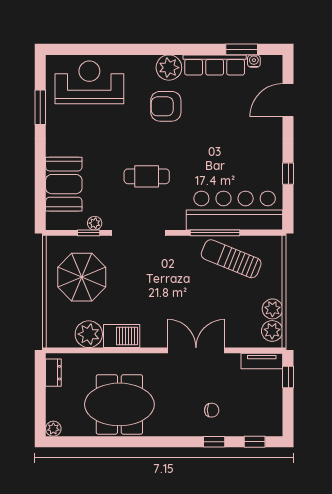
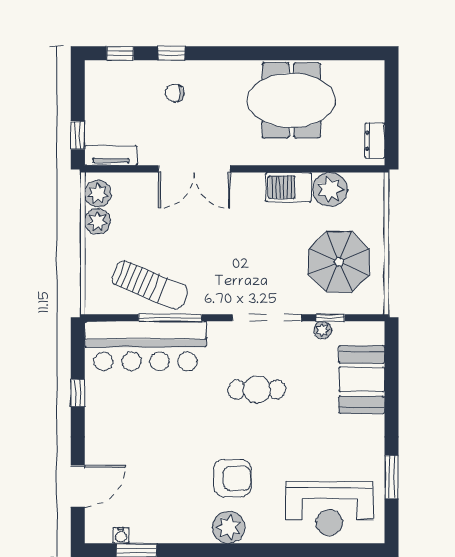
row of seats: (215, 65) -> (171, 531), removed
plant: (53, 429) -> (375, 70), removed

